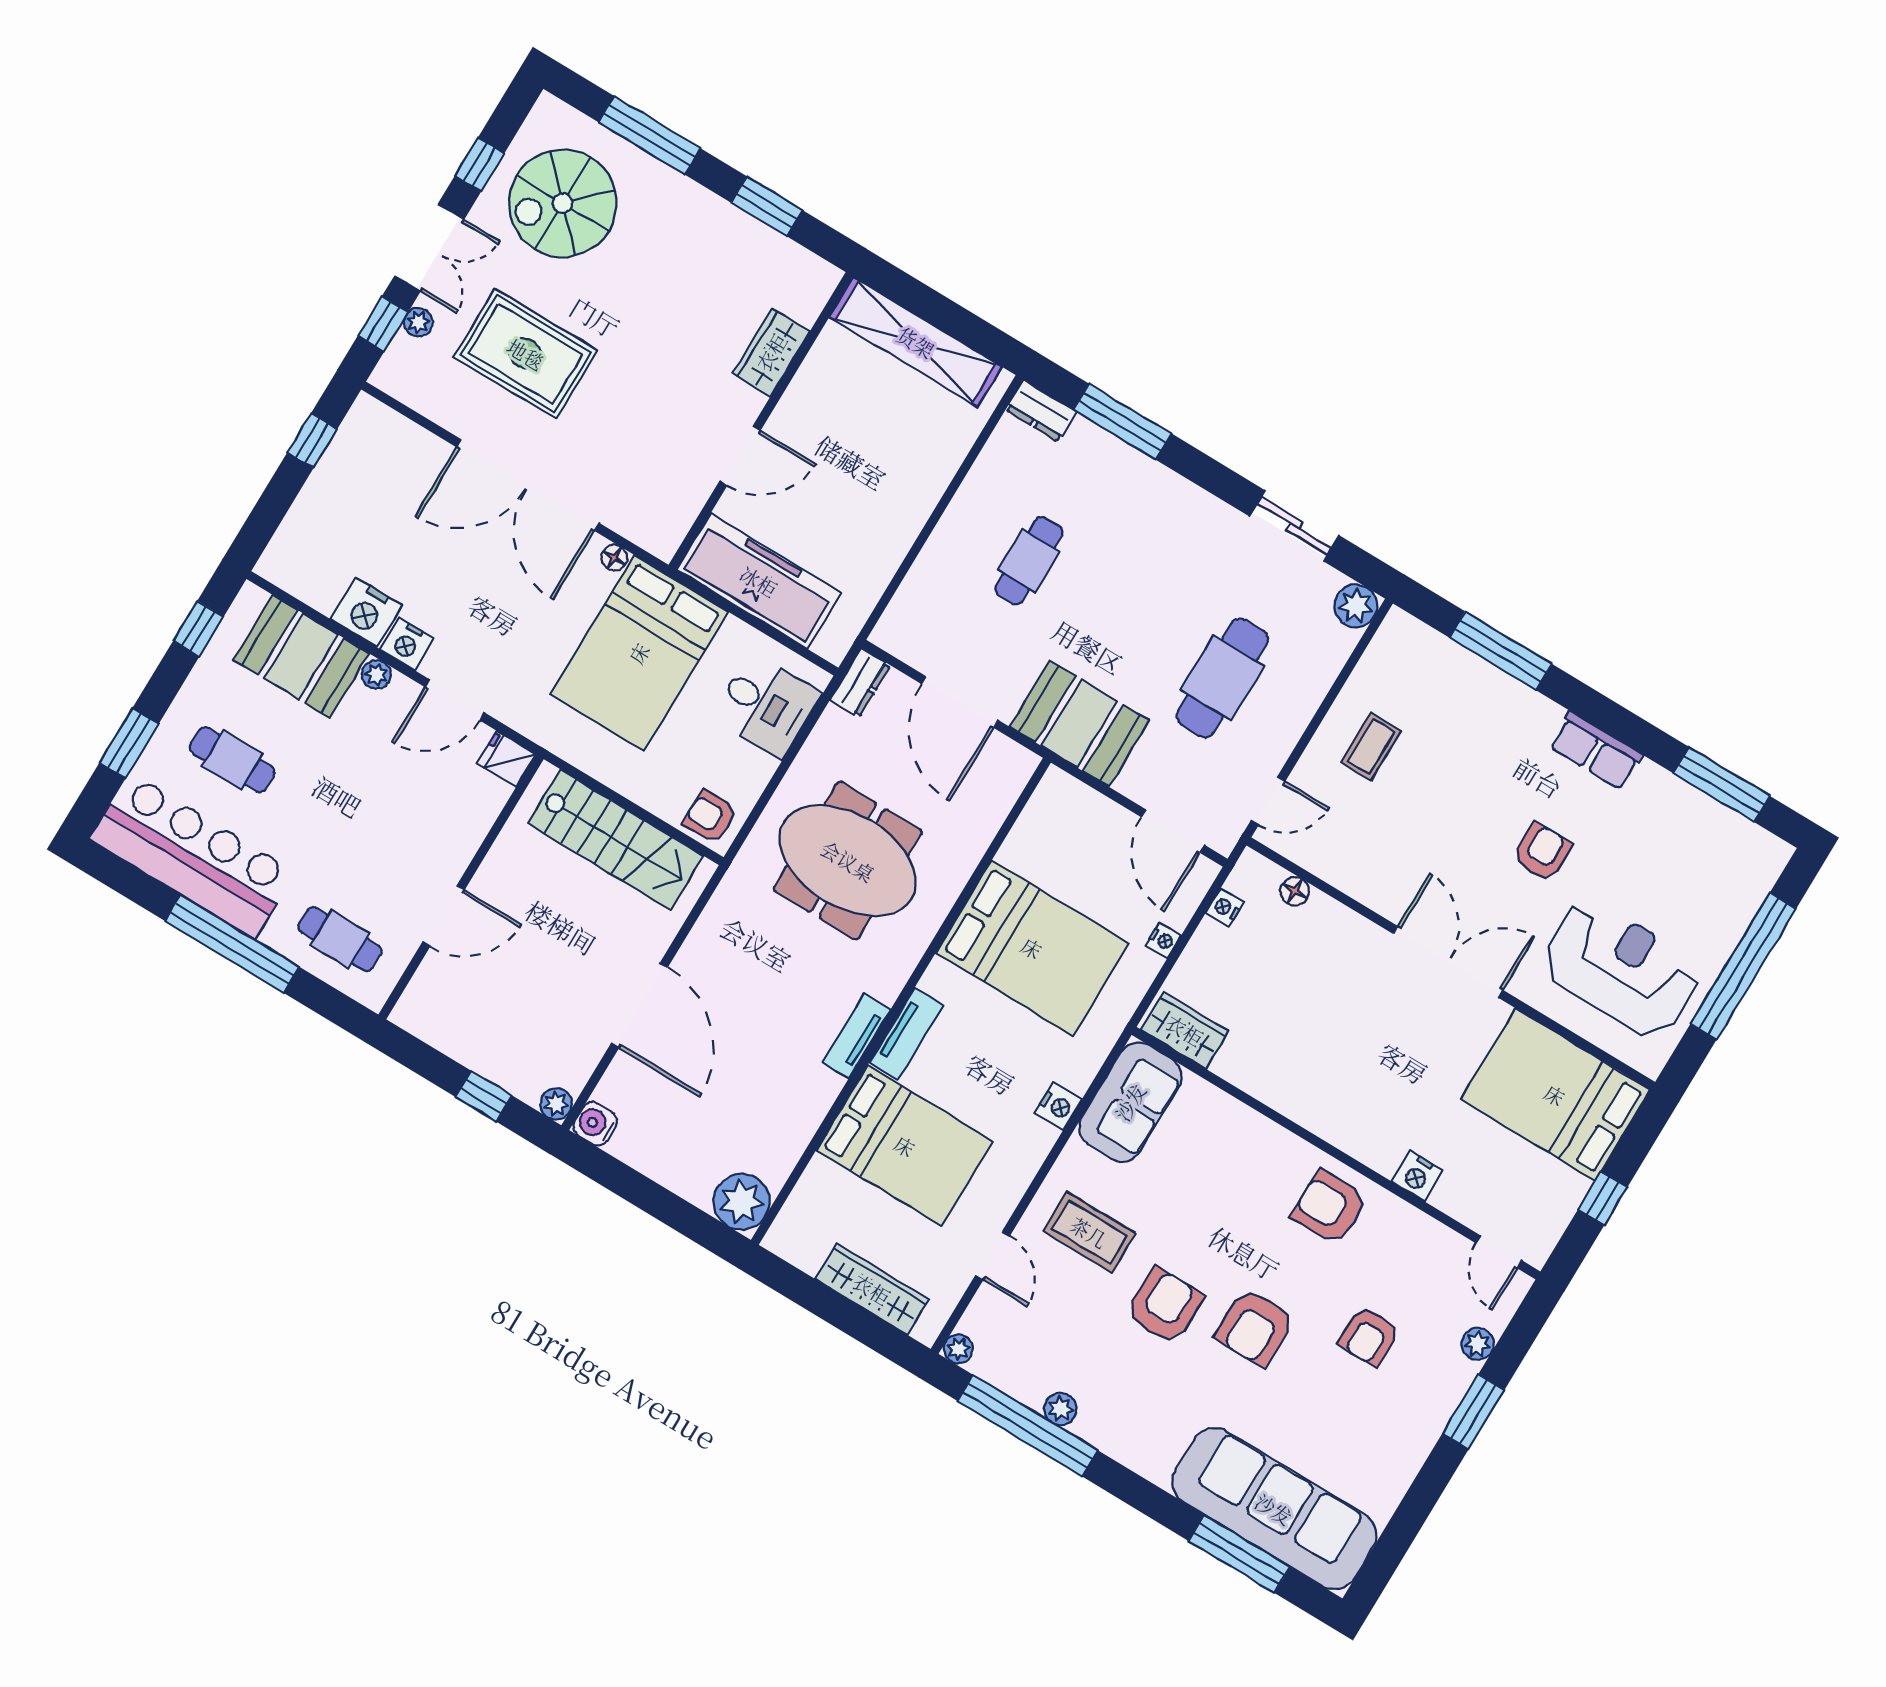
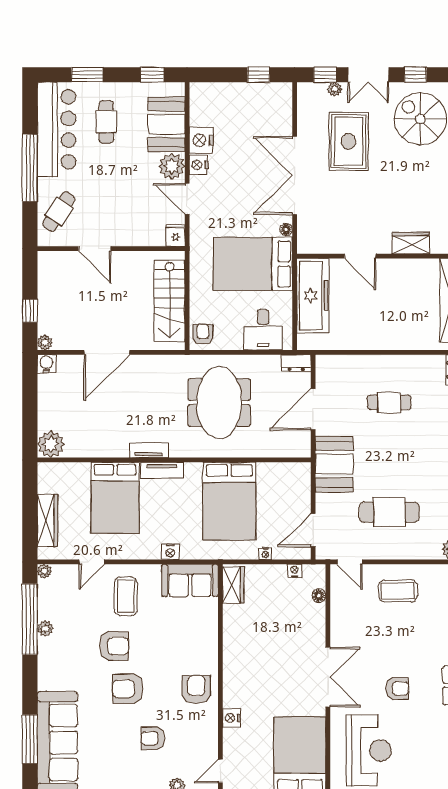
plant: (376, 675) -> (172, 166), width x1.87, depth x1.87
coffee table: (1371, 746) -> (398, 591), width x1.36, depth x1.30
cafe table: (340, 939) -> (59, 212), turned 34

